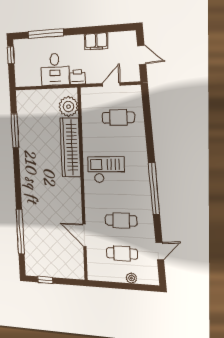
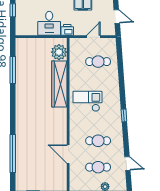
window: (154, 189) -> (124, 115), width x0.32
door: (160, 251) -> (127, 164), hinge flipped

